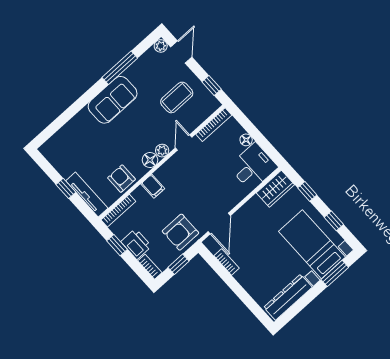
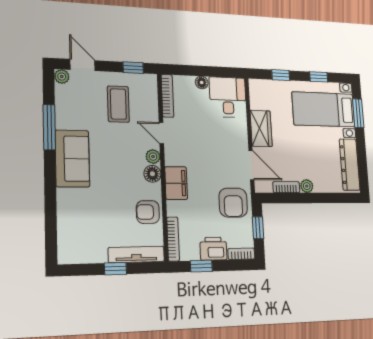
filing cabinet: (153, 186) -> (176, 183), width x2.00
wardrobe: (275, 189) -> (261, 128), moved
plant: (241, 277) -> (307, 186), added

